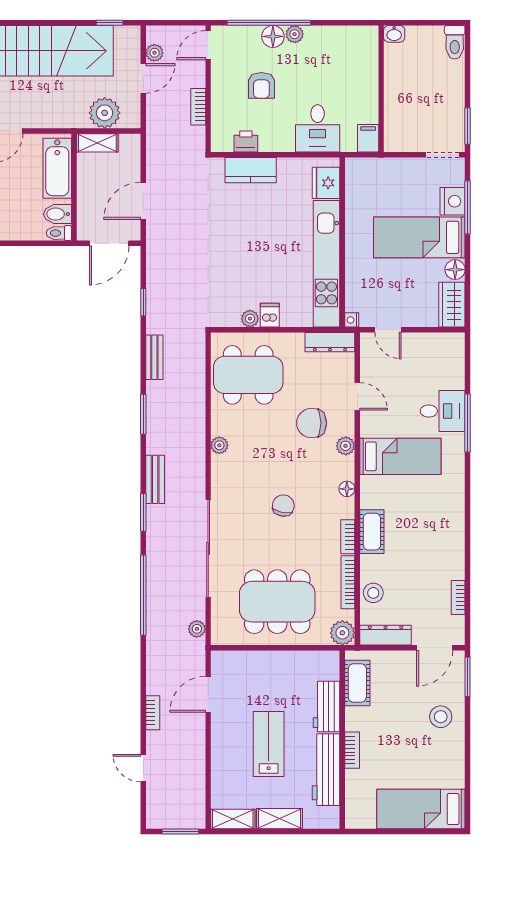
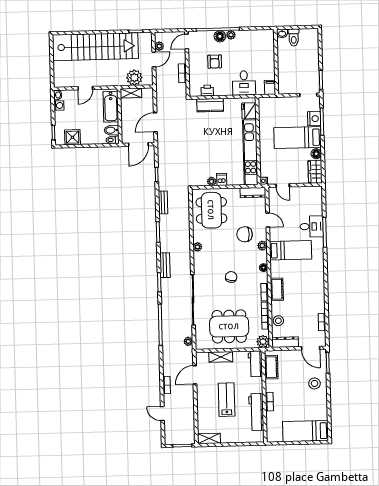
toilet: (455, 42) -> (294, 37), moved
dining table: (248, 375) -> (211, 210), turned 90
door: (435, 648) -> (311, 348), hinge flipped
workbench: (326, 706) -> (255, 364), moved
shelving: (279, 819) -> (221, 357), moved

